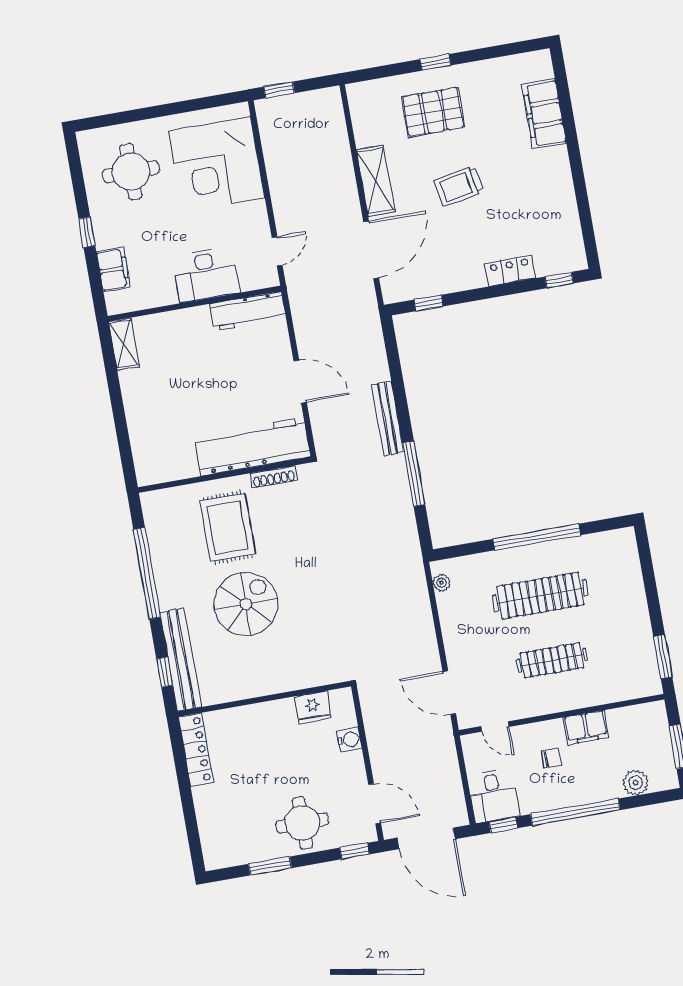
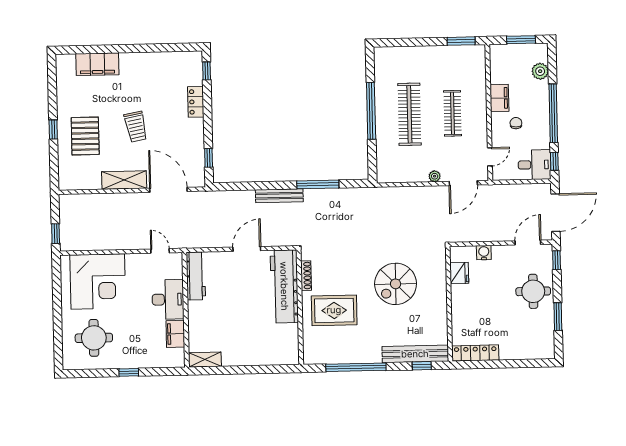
filing cabinet: (113, 270) -> (175, 334), moved, turned -90
plant: (442, 583) -> (435, 176), moved
spiral stairs: (246, 604) -> (396, 284), moved, turned -90

